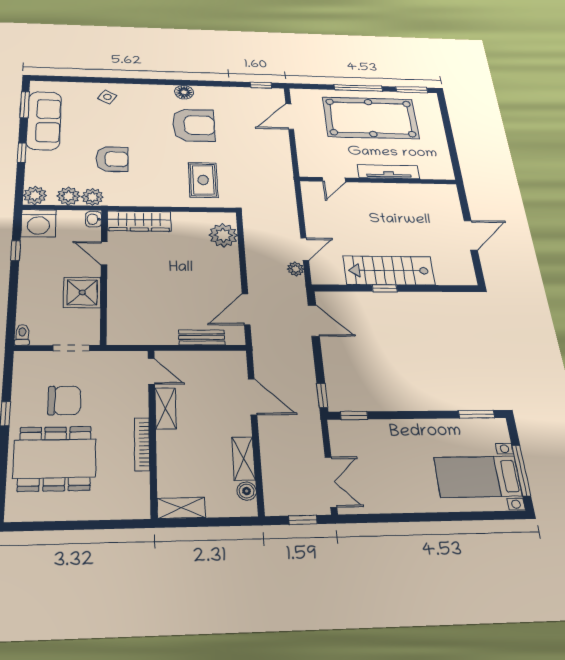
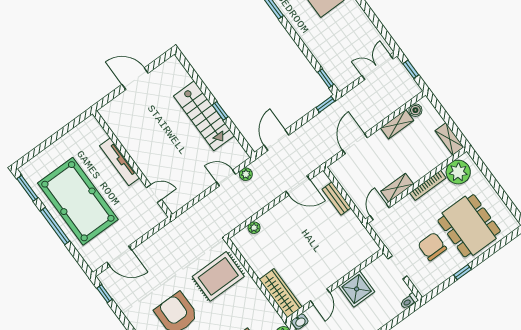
rug: (203, 180) -> (218, 276), width x1.36, depth x1.43
plant: (223, 235) -> (254, 228), width x0.53, depth x0.53
plant: (132, 490) -> (458, 172), added

